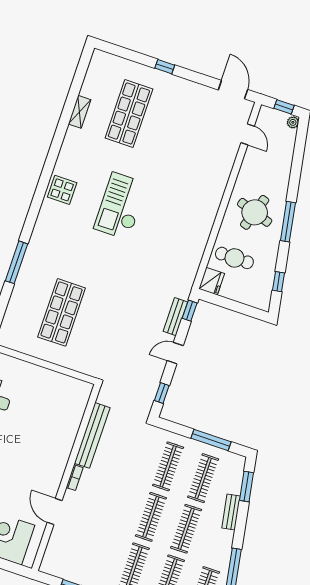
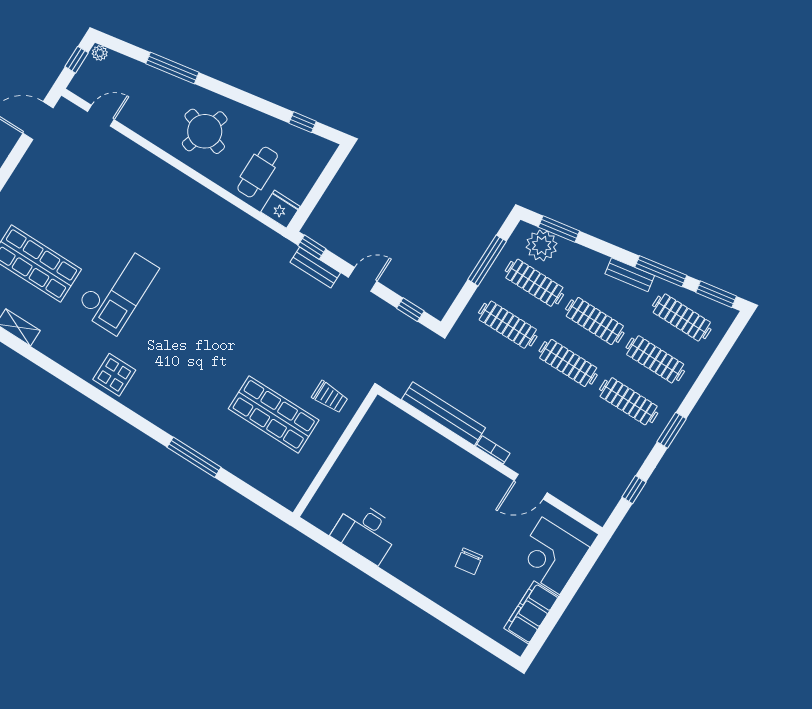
checkout: (121, 206) -> (117, 289), moved, turned -90
window: (288, 222) -> (172, 68), moved
trolley: (84, 350) -> (330, 397), added
door: (175, 353) -> (363, 279), swing flipped
plant: (231, 477) -> (542, 245), added
bench: (231, 512) -> (630, 275), moved

